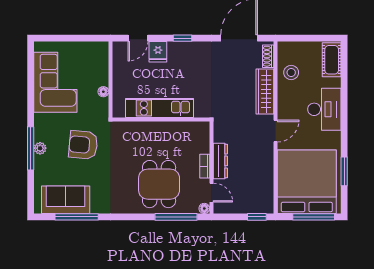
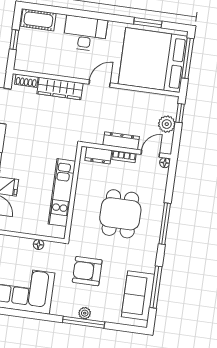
window: (308, 38) -> (14, 40), added
stool: (291, 72) -> (45, 61), removed
door: (276, 131) -> (100, 83), hinge flipped
dresser: (202, 140) -> (98, 155), added
armchair: (83, 145) -> (87, 271), turned 85
dining table: (159, 184) -> (120, 214), moved, turned 90
plant: (244, 205) -> (167, 124), added
window: (176, 217) -> (165, 224), moved

